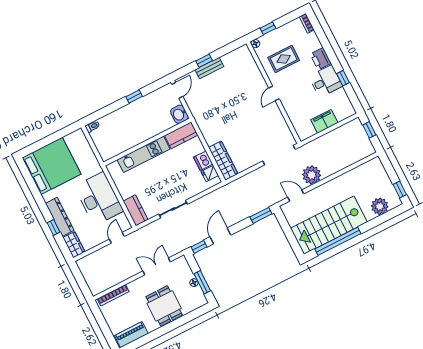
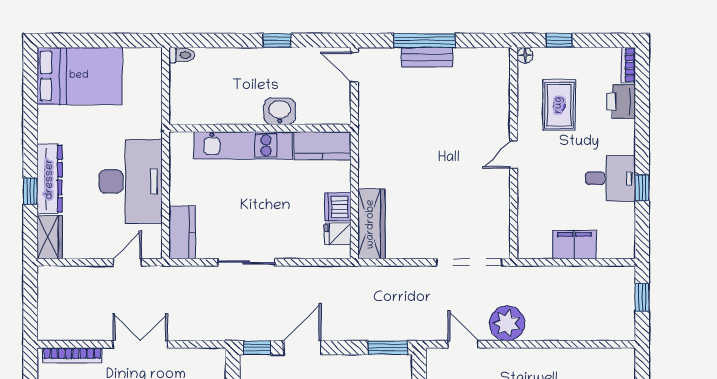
rug: (284, 59) -> (559, 105), turned 90
printer: (321, 59) -> (621, 101), moved
window: (204, 61) -> (424, 41), width x2.17
door: (177, 90) -> (354, 67), swing flipped
washbasin: (179, 114) -> (280, 111), moved, turned 90
bed: (52, 166) -> (79, 76), width x0.73
double door: (157, 266) -> (140, 344), moved

